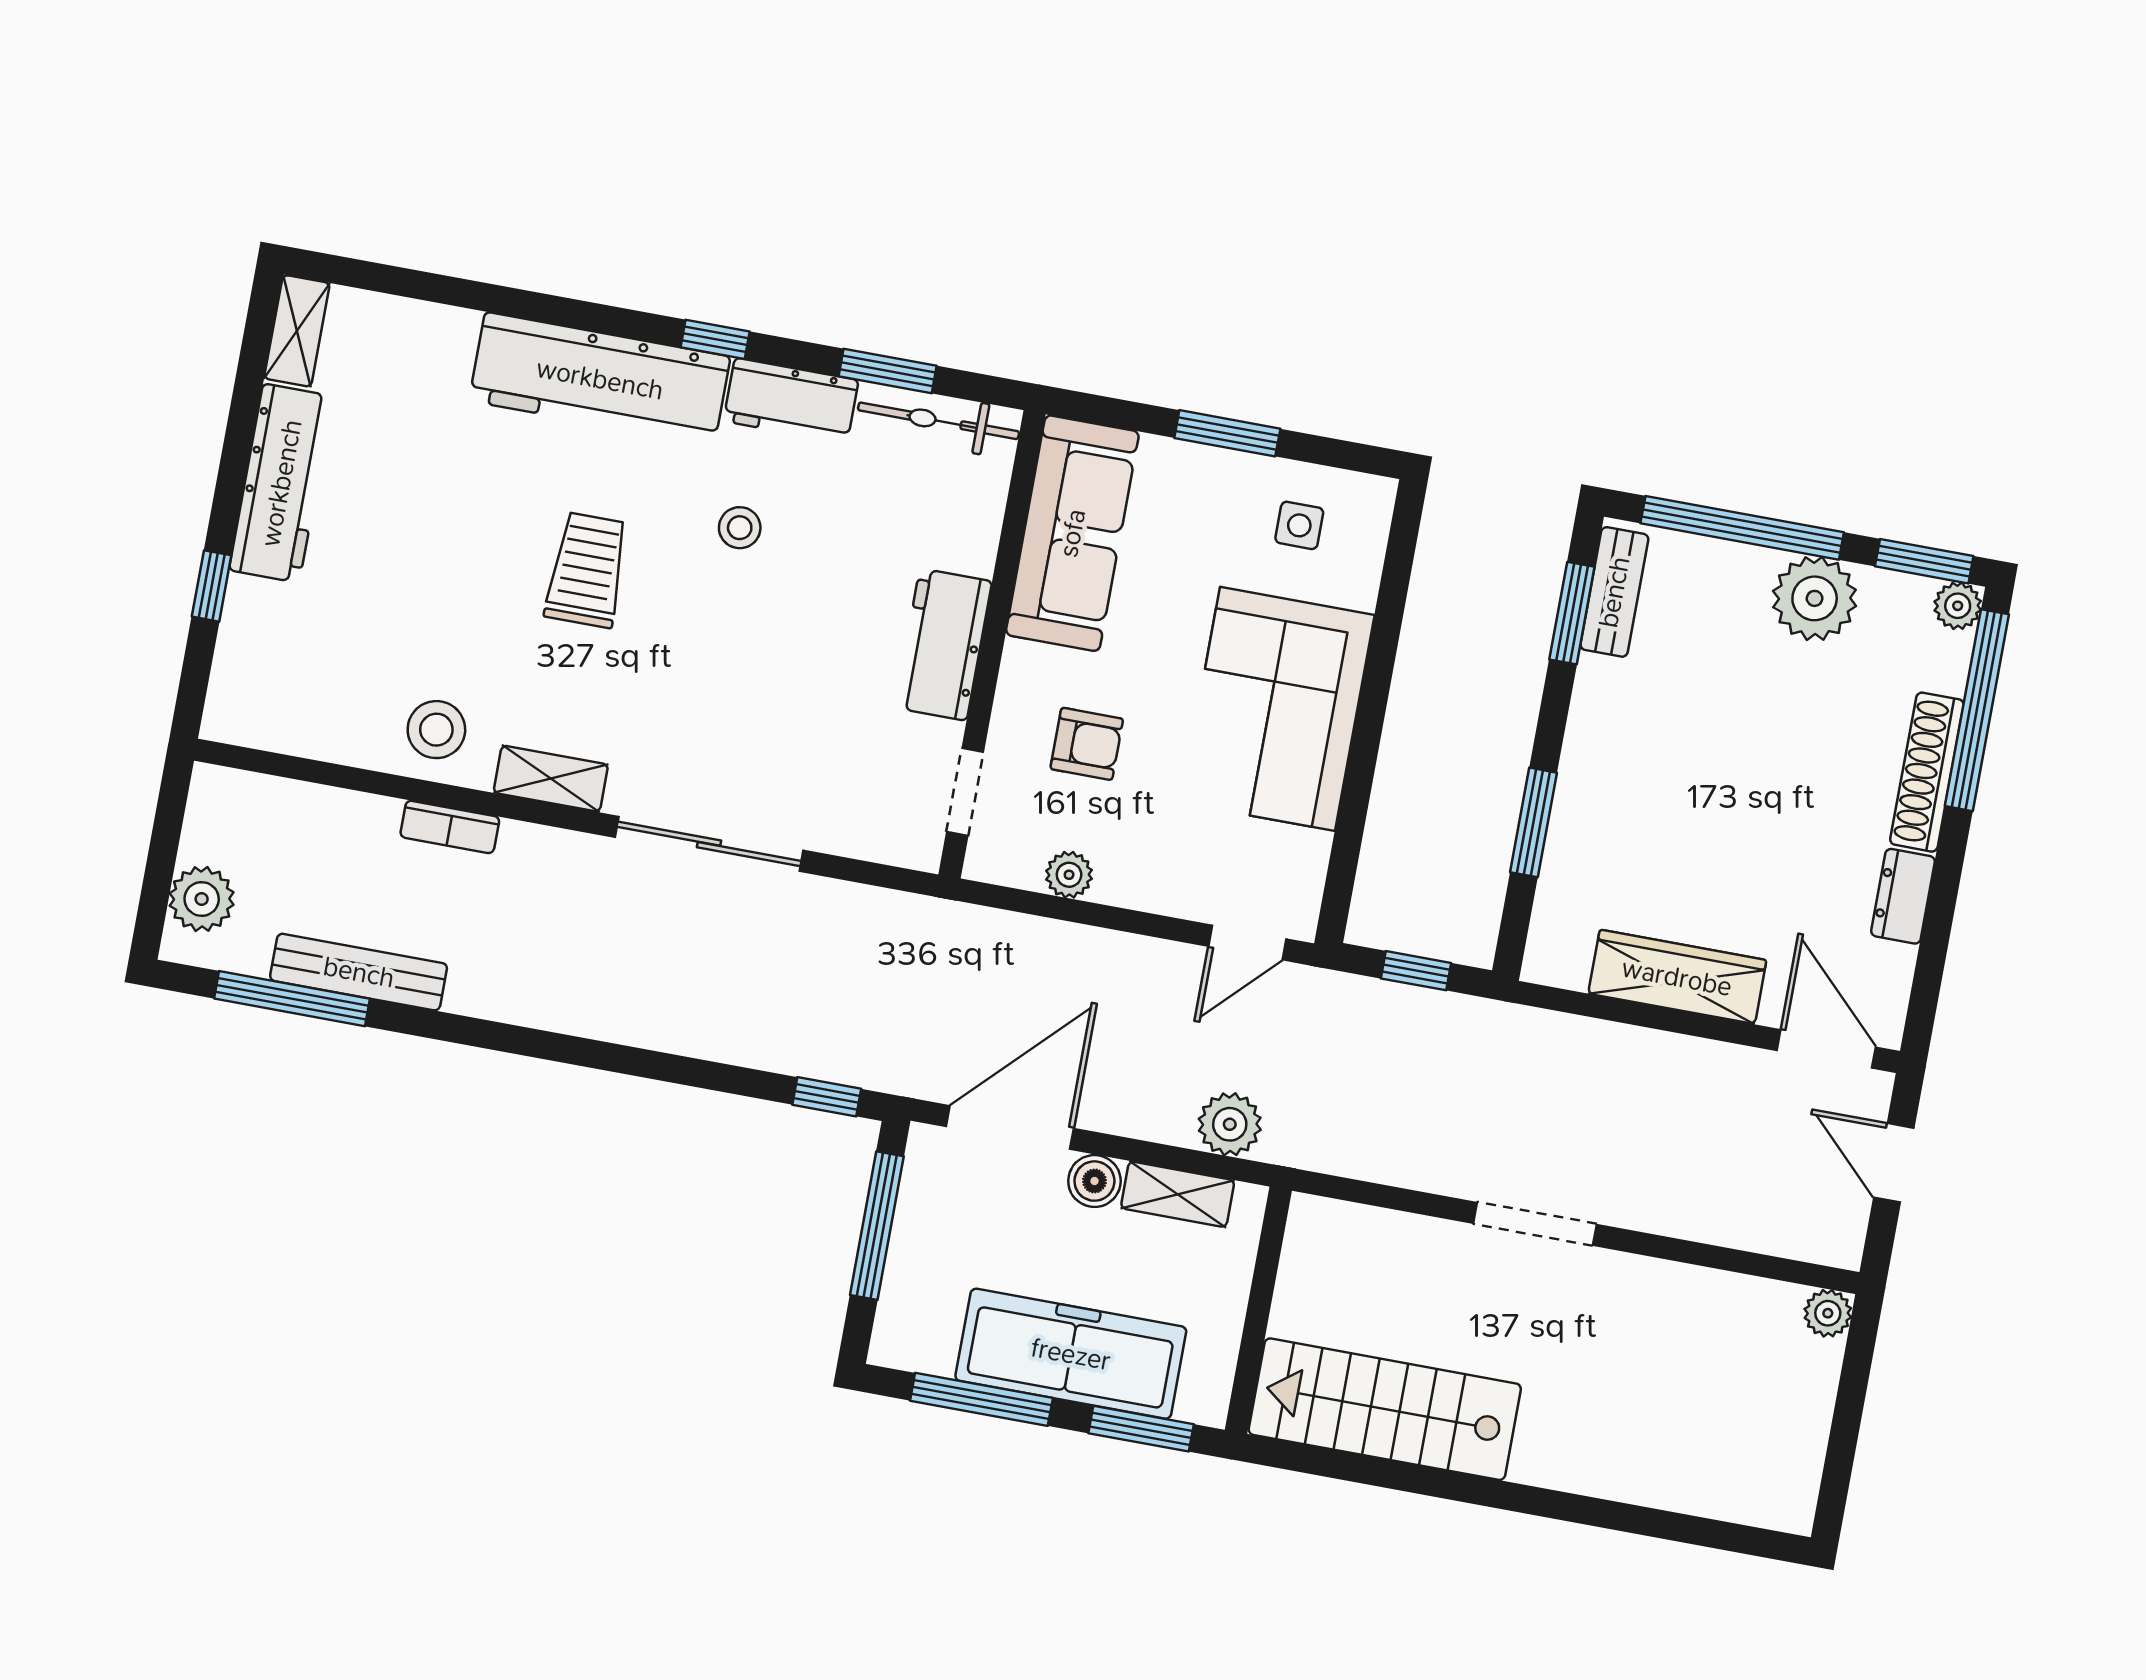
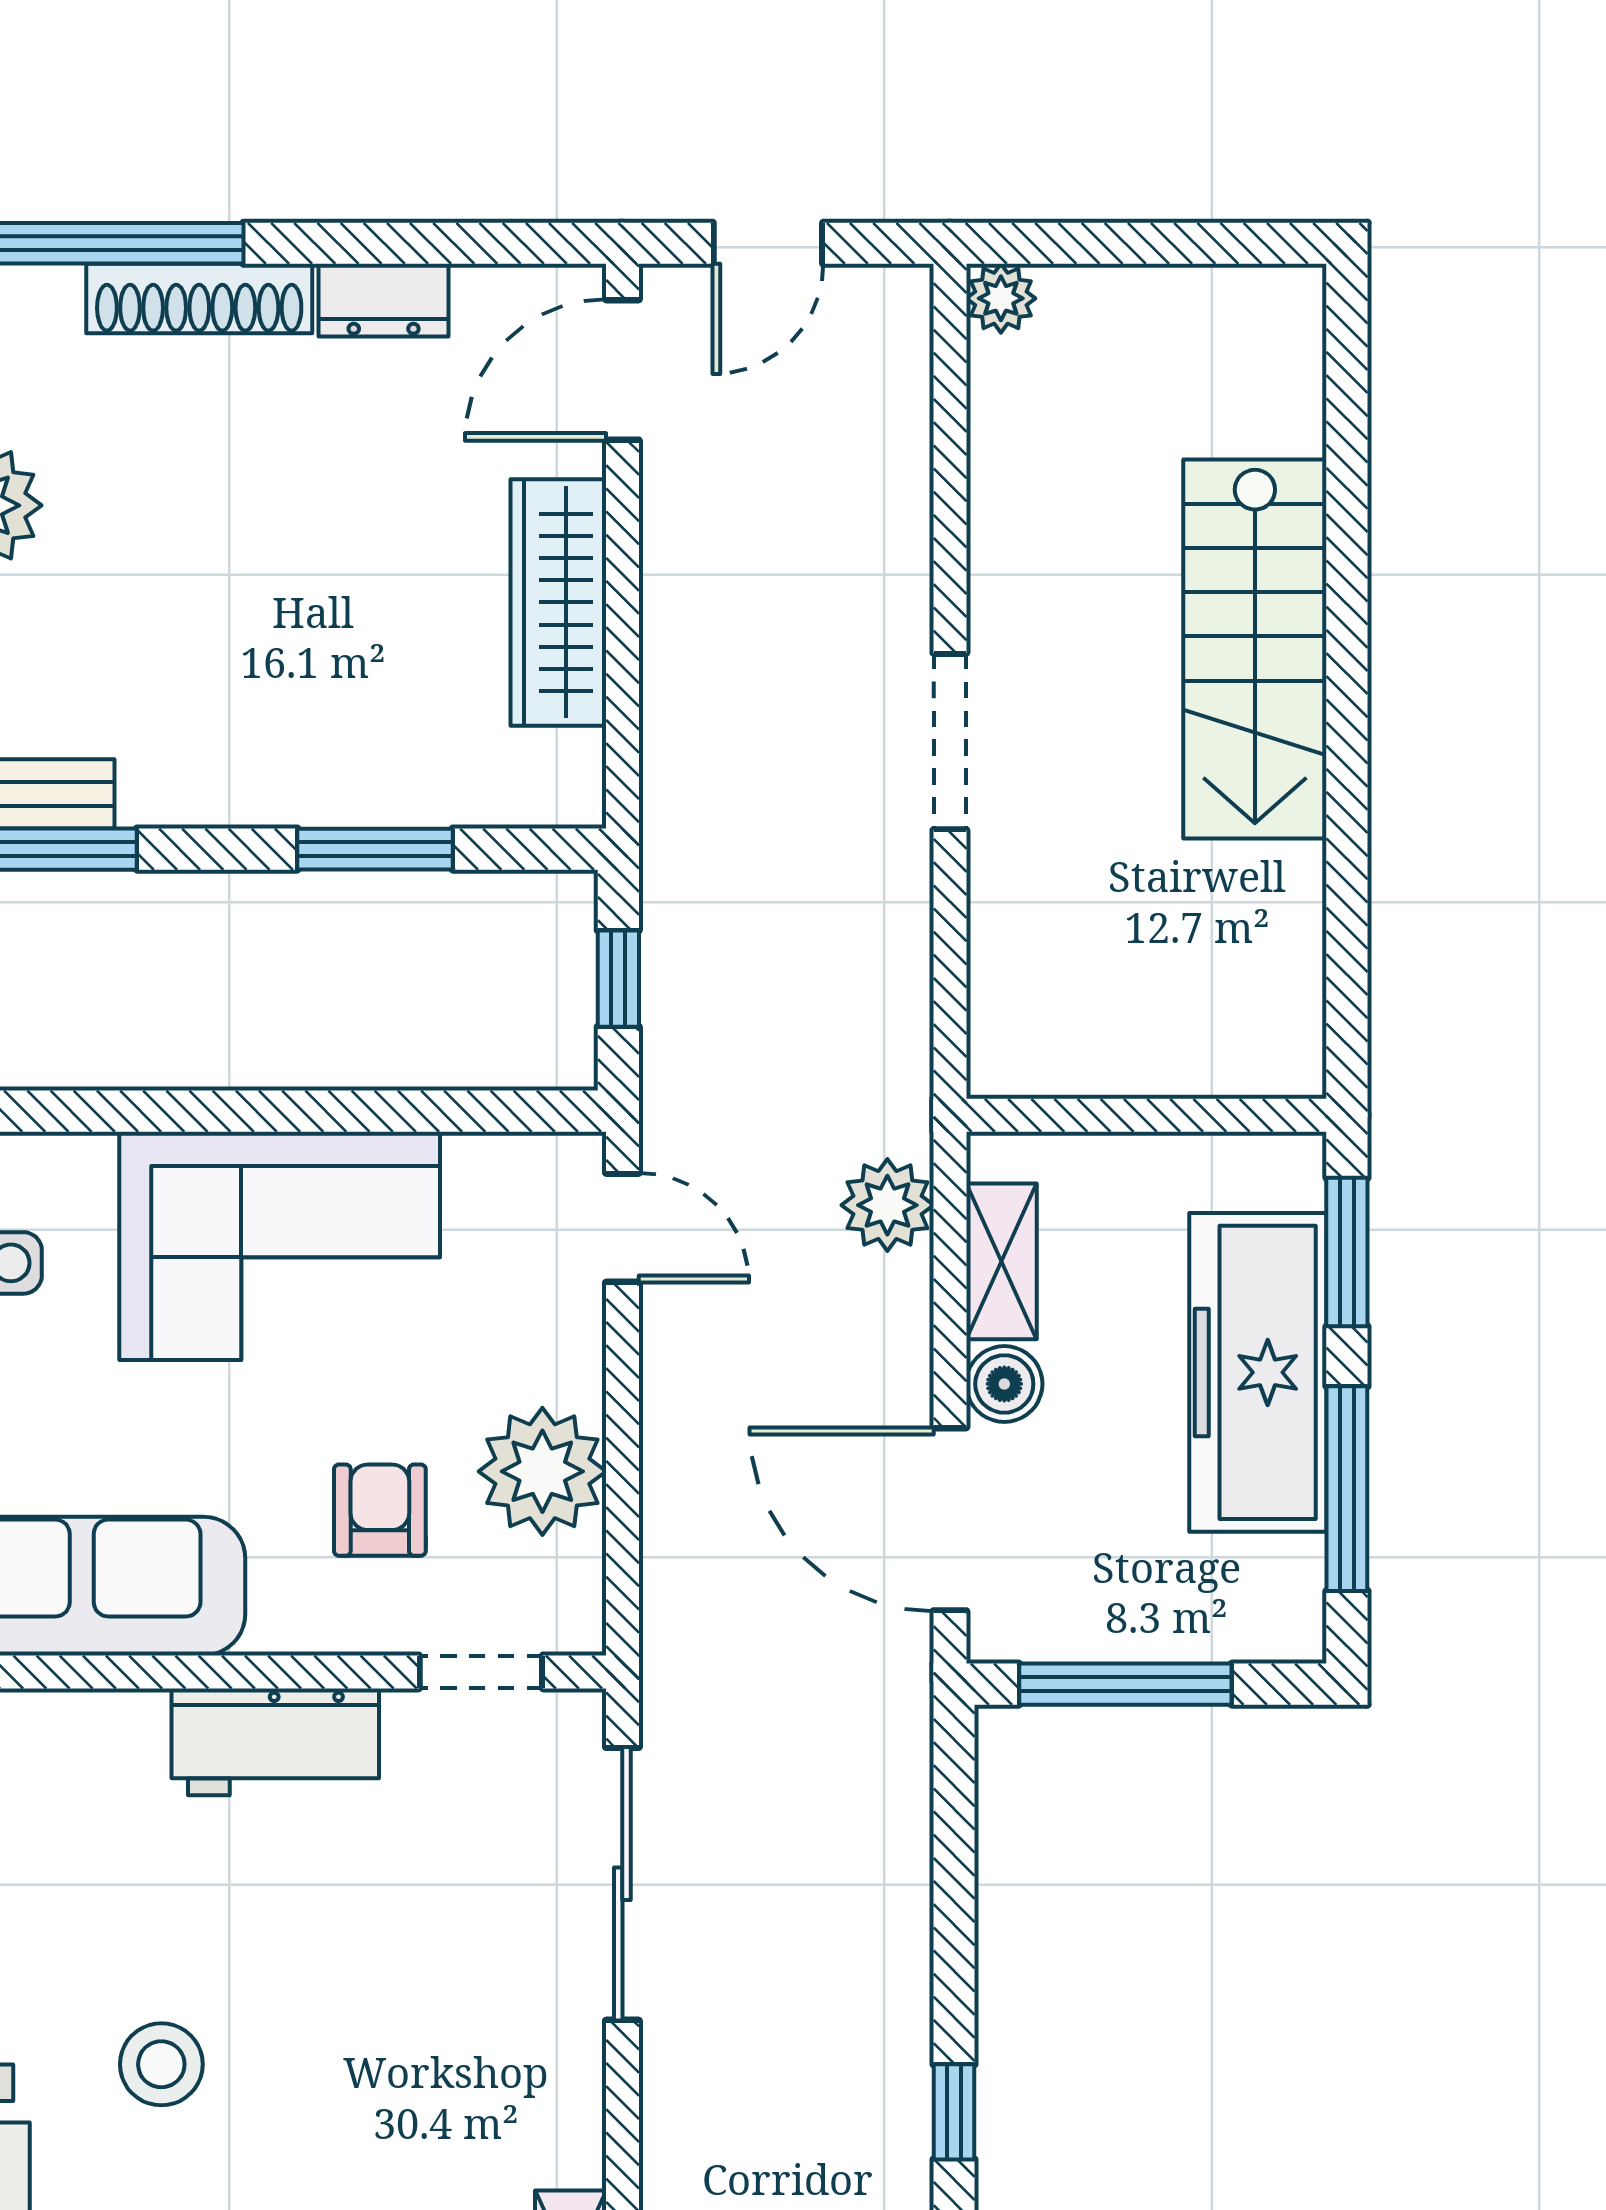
stool: (740, 528) -> (161, 2064), width x1.37, depth x1.37
sliding door: (709, 844) -> (622, 1884), moved
plant: (1069, 875) -> (542, 1471), width x1.88, depth x1.88
window: (827, 1097) -> (954, 2112), moved
stairs: (1385, 1409) -> (1255, 649), moved

